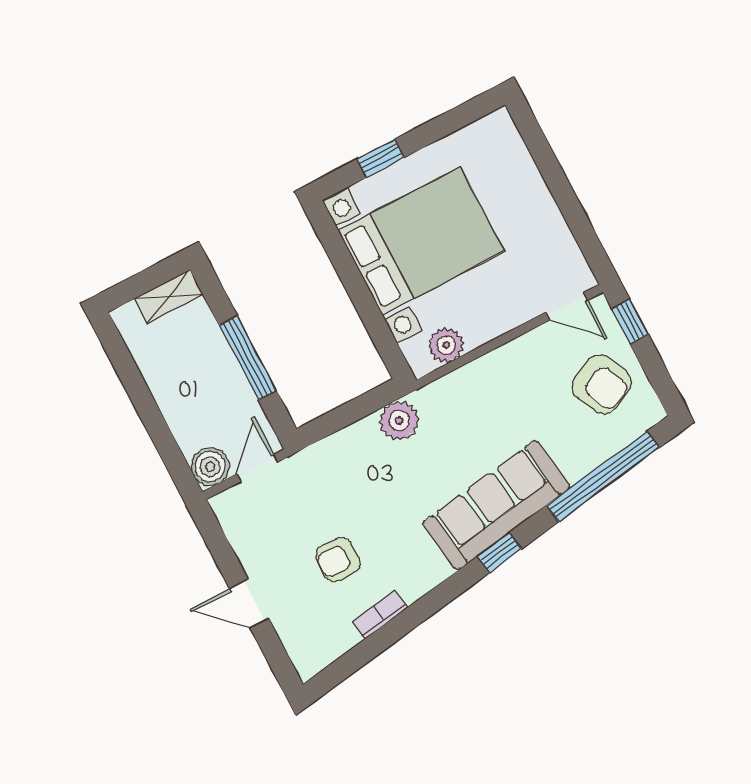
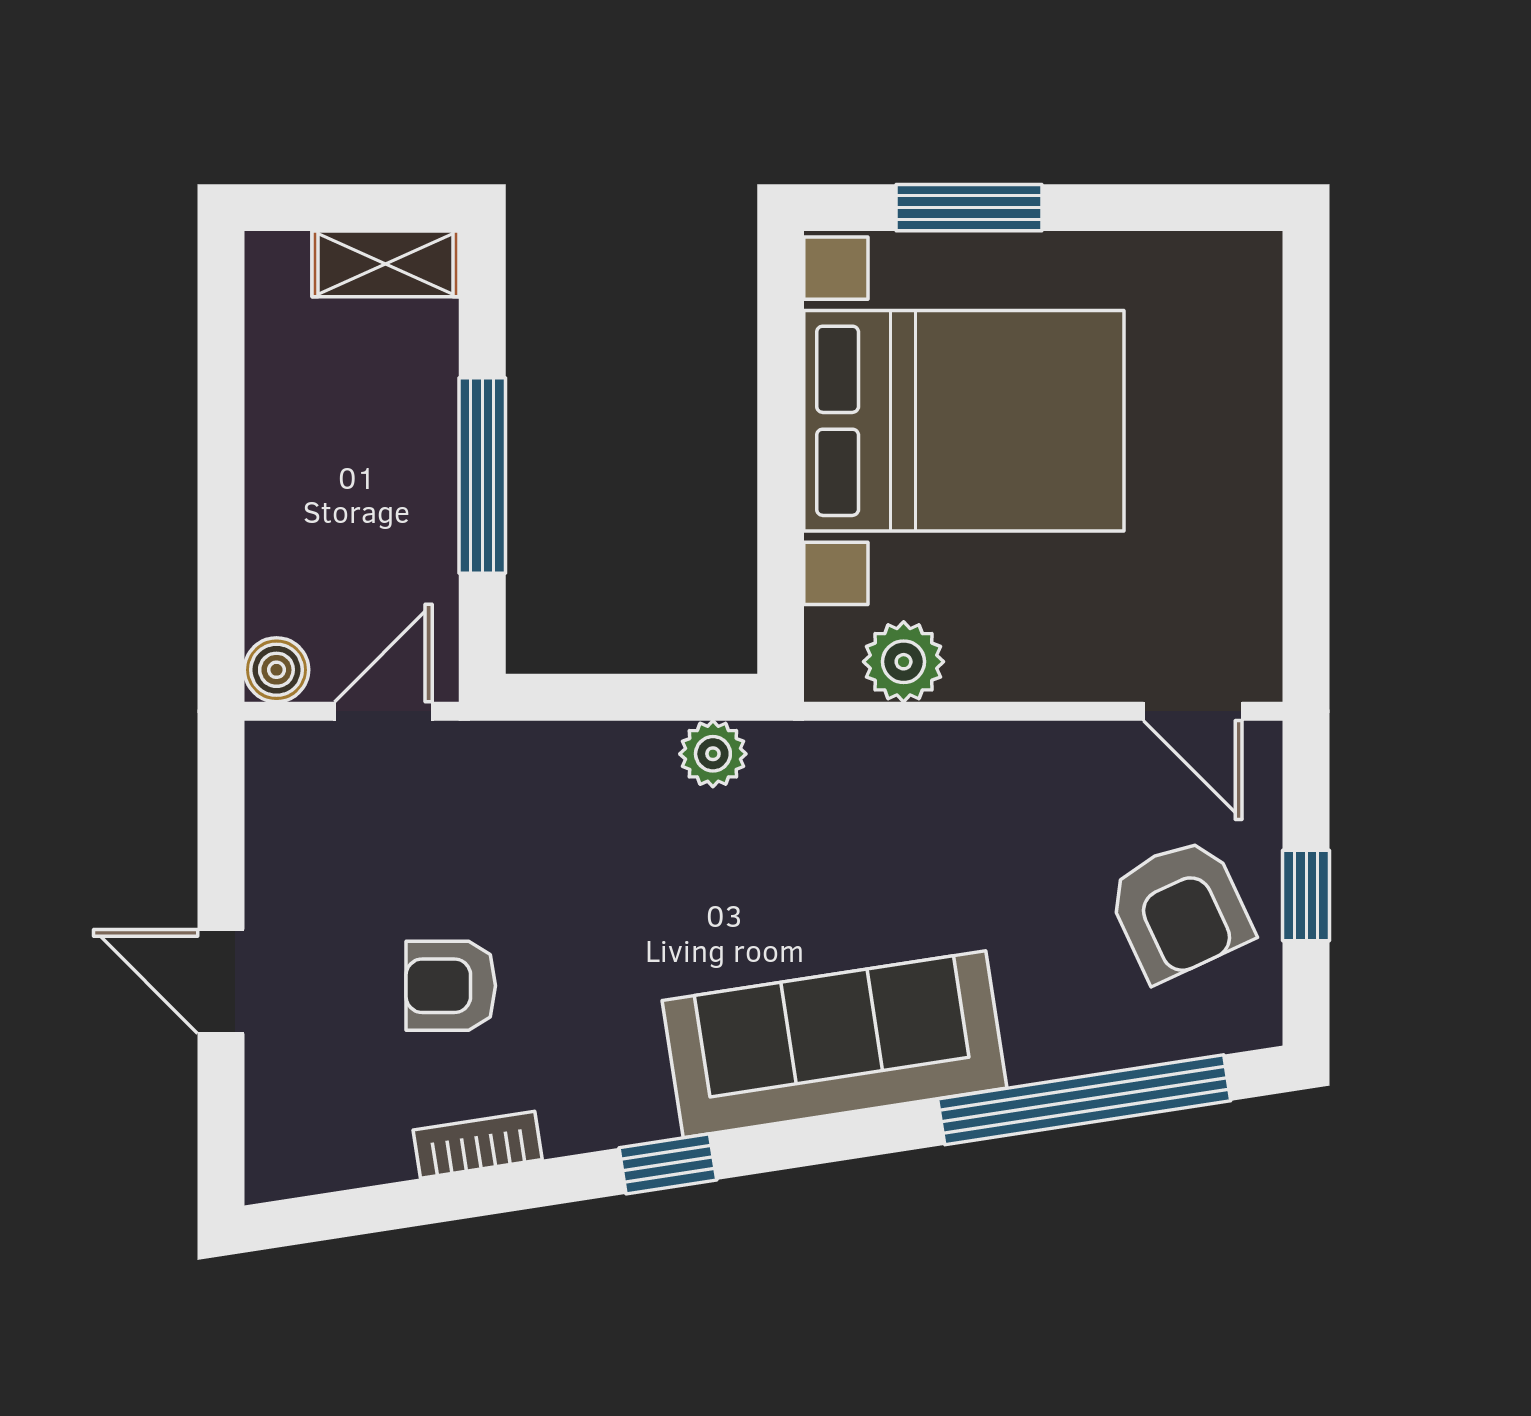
window: (381, 158) -> (969, 208), width x1.50
window: (630, 322) -> (1306, 896), moved
plant: (399, 421) -> (713, 754), width x0.73, depth x0.73
boiler: (210, 467) -> (276, 670), width x0.73, depth x0.73
window: (499, 553) -> (668, 1164), moved

